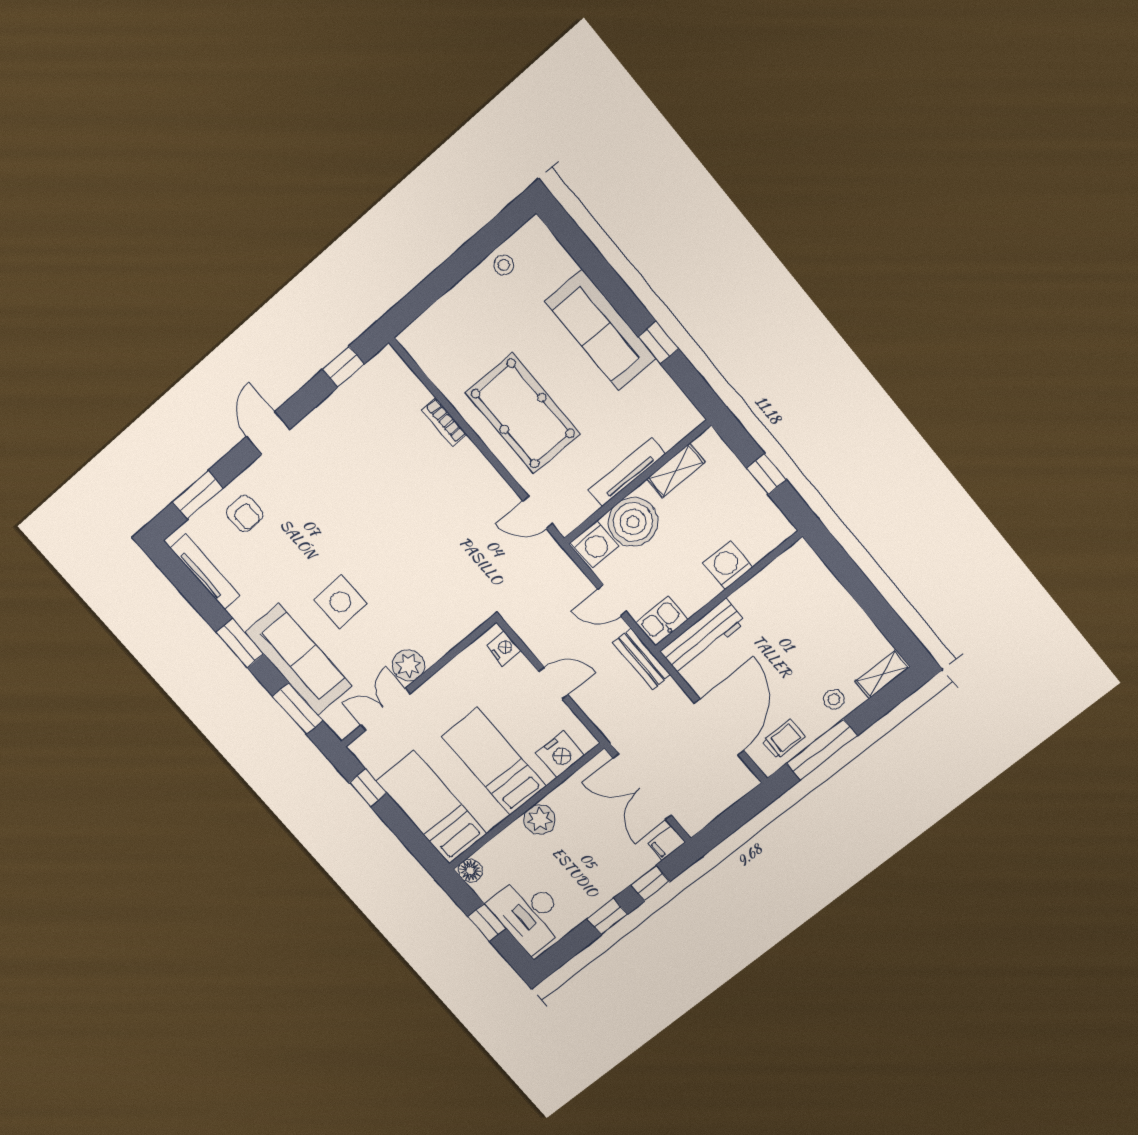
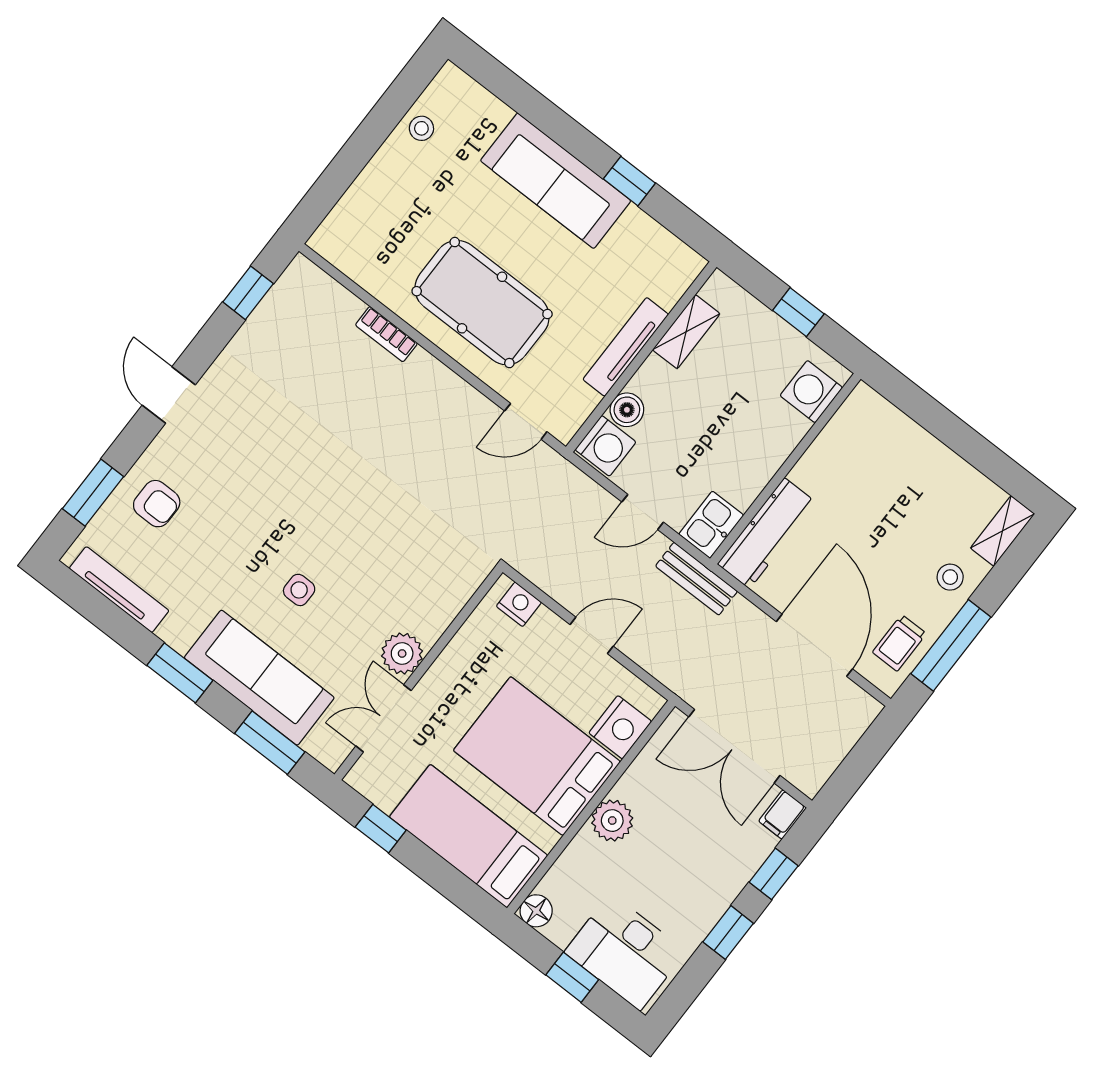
boiler: (633, 522) -> (627, 410), width x0.54, depth x0.54
washing machine: (728, 565) -> (811, 392), moved
side table: (340, 602) -> (299, 590), width x0.54, depth x0.54
trolley: (783, 739) -> (899, 643), turned 180
bed: (494, 762) -> (537, 756), width x1.50

